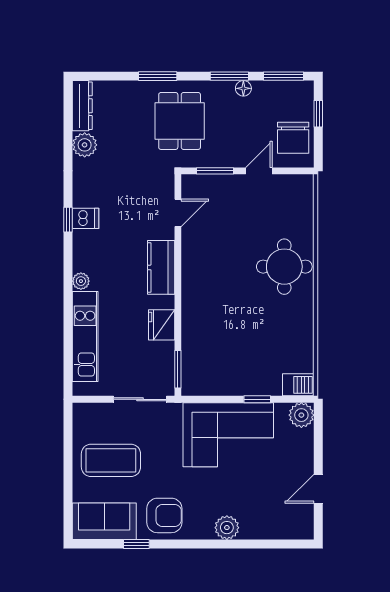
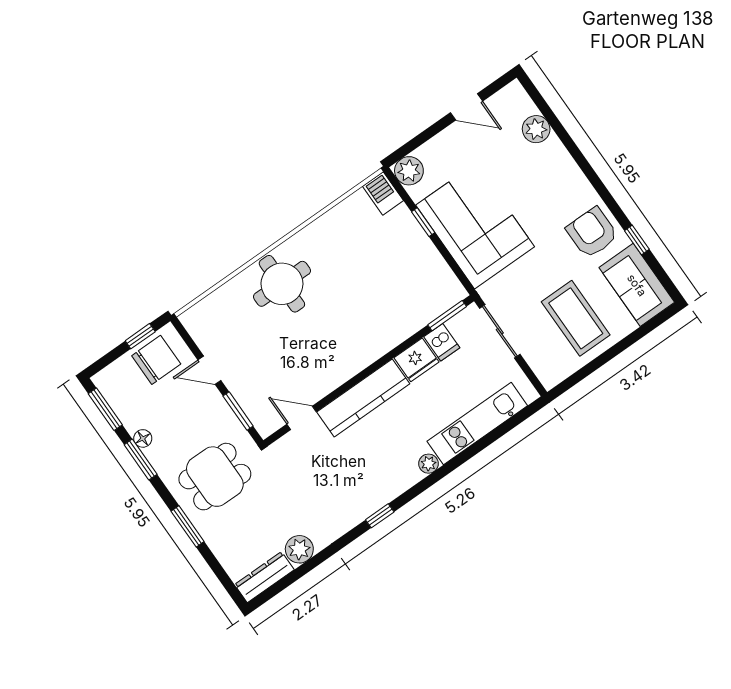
window: (318, 114) -> (140, 336), moved
dishwasher: (86, 218) -> (442, 342), moved, turned 180
kitchen counter: (161, 267) -> (363, 398), width x1.50
plant: (227, 528) -> (536, 129), moved

